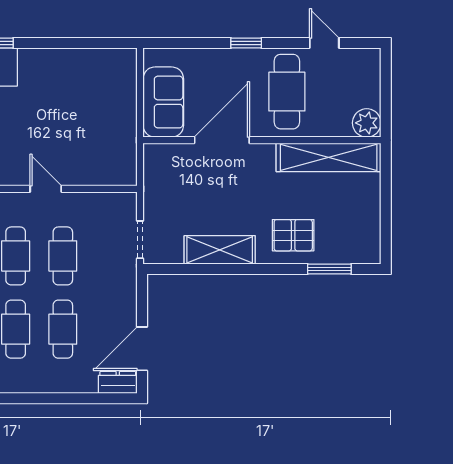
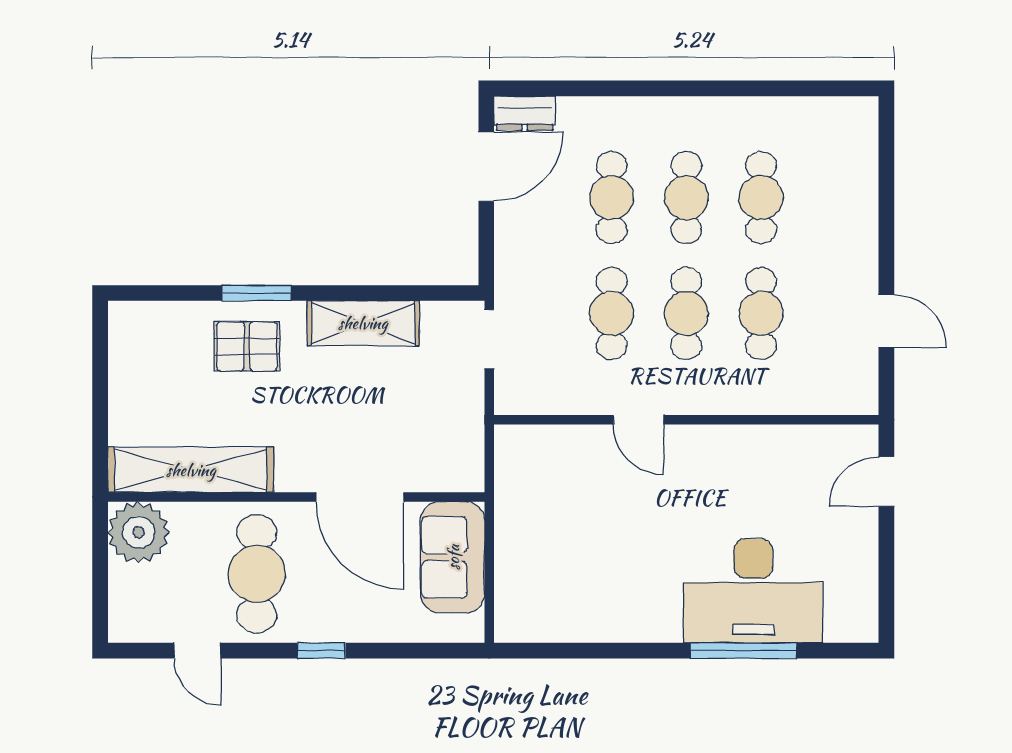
plant: (367, 123) -> (139, 532), width x1.36, depth x1.36
door: (222, 140) -> (360, 497), hinge flipped
window: (329, 269) -> (257, 293), moved

